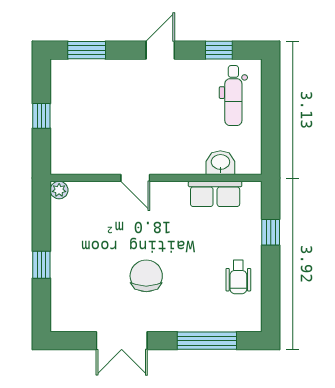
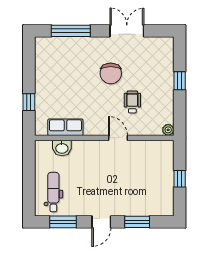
window: (87, 50) -> (137, 222), moved
window: (219, 50) -> (63, 222), width x1.50
wheelchair: (238, 277) -> (132, 102), moved

